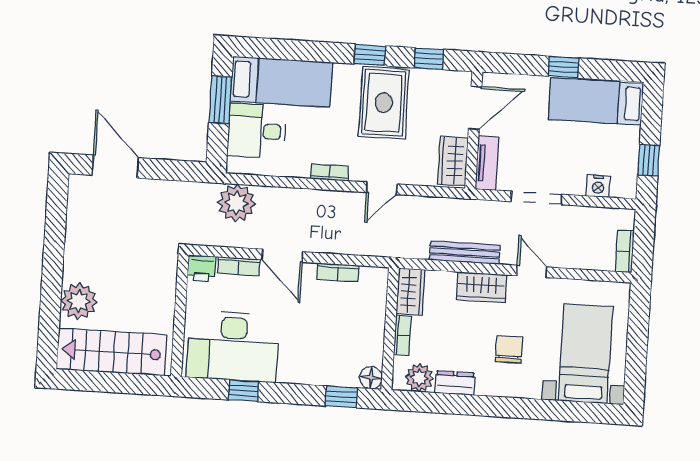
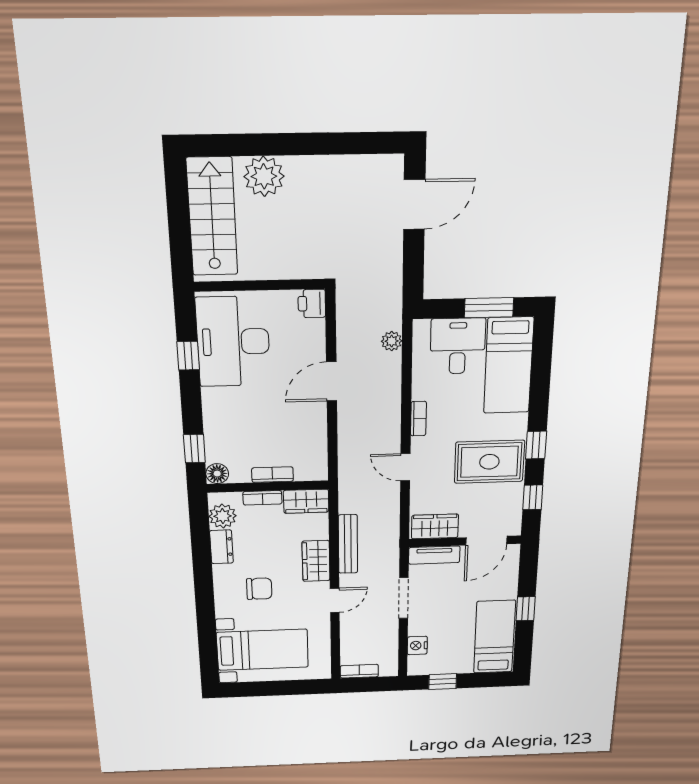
door: (475, 108) -> (486, 541), hinge flipped
plant: (237, 203) -> (392, 341), width x0.53, depth x0.53
bookcase: (239, 266) -> (317, 340), removed
bookcase: (338, 272) -> (273, 475), moved, turned 90

